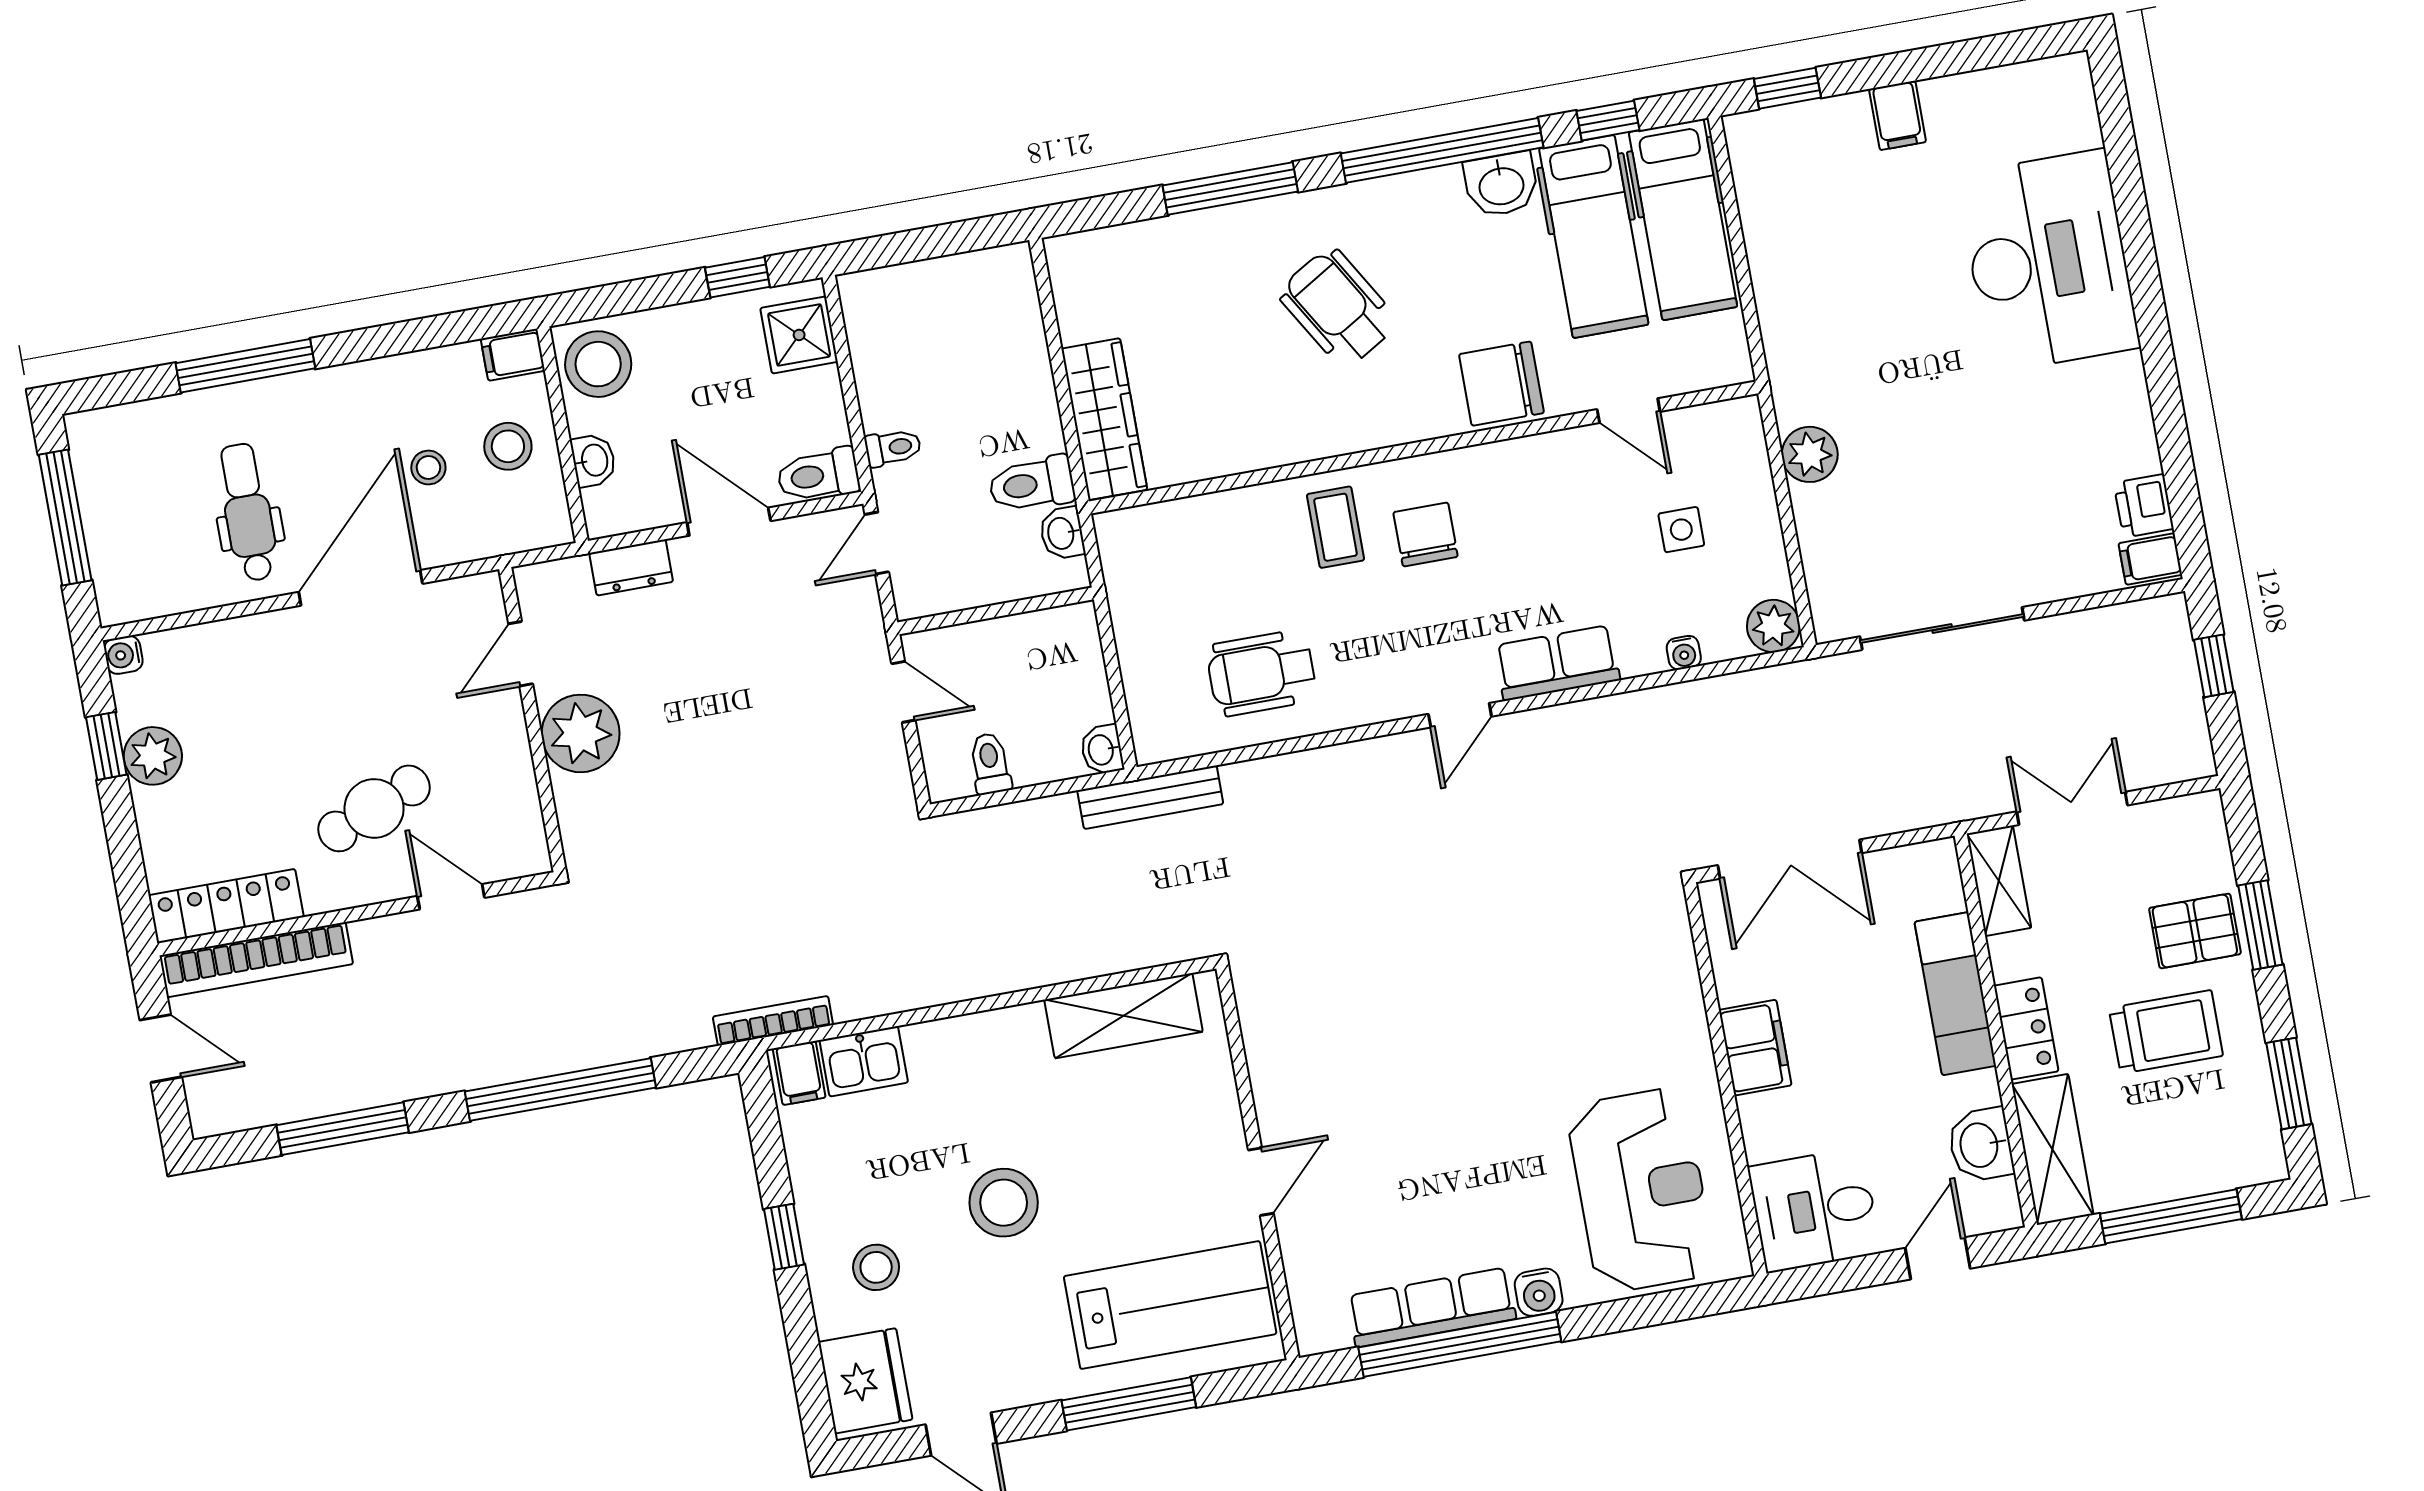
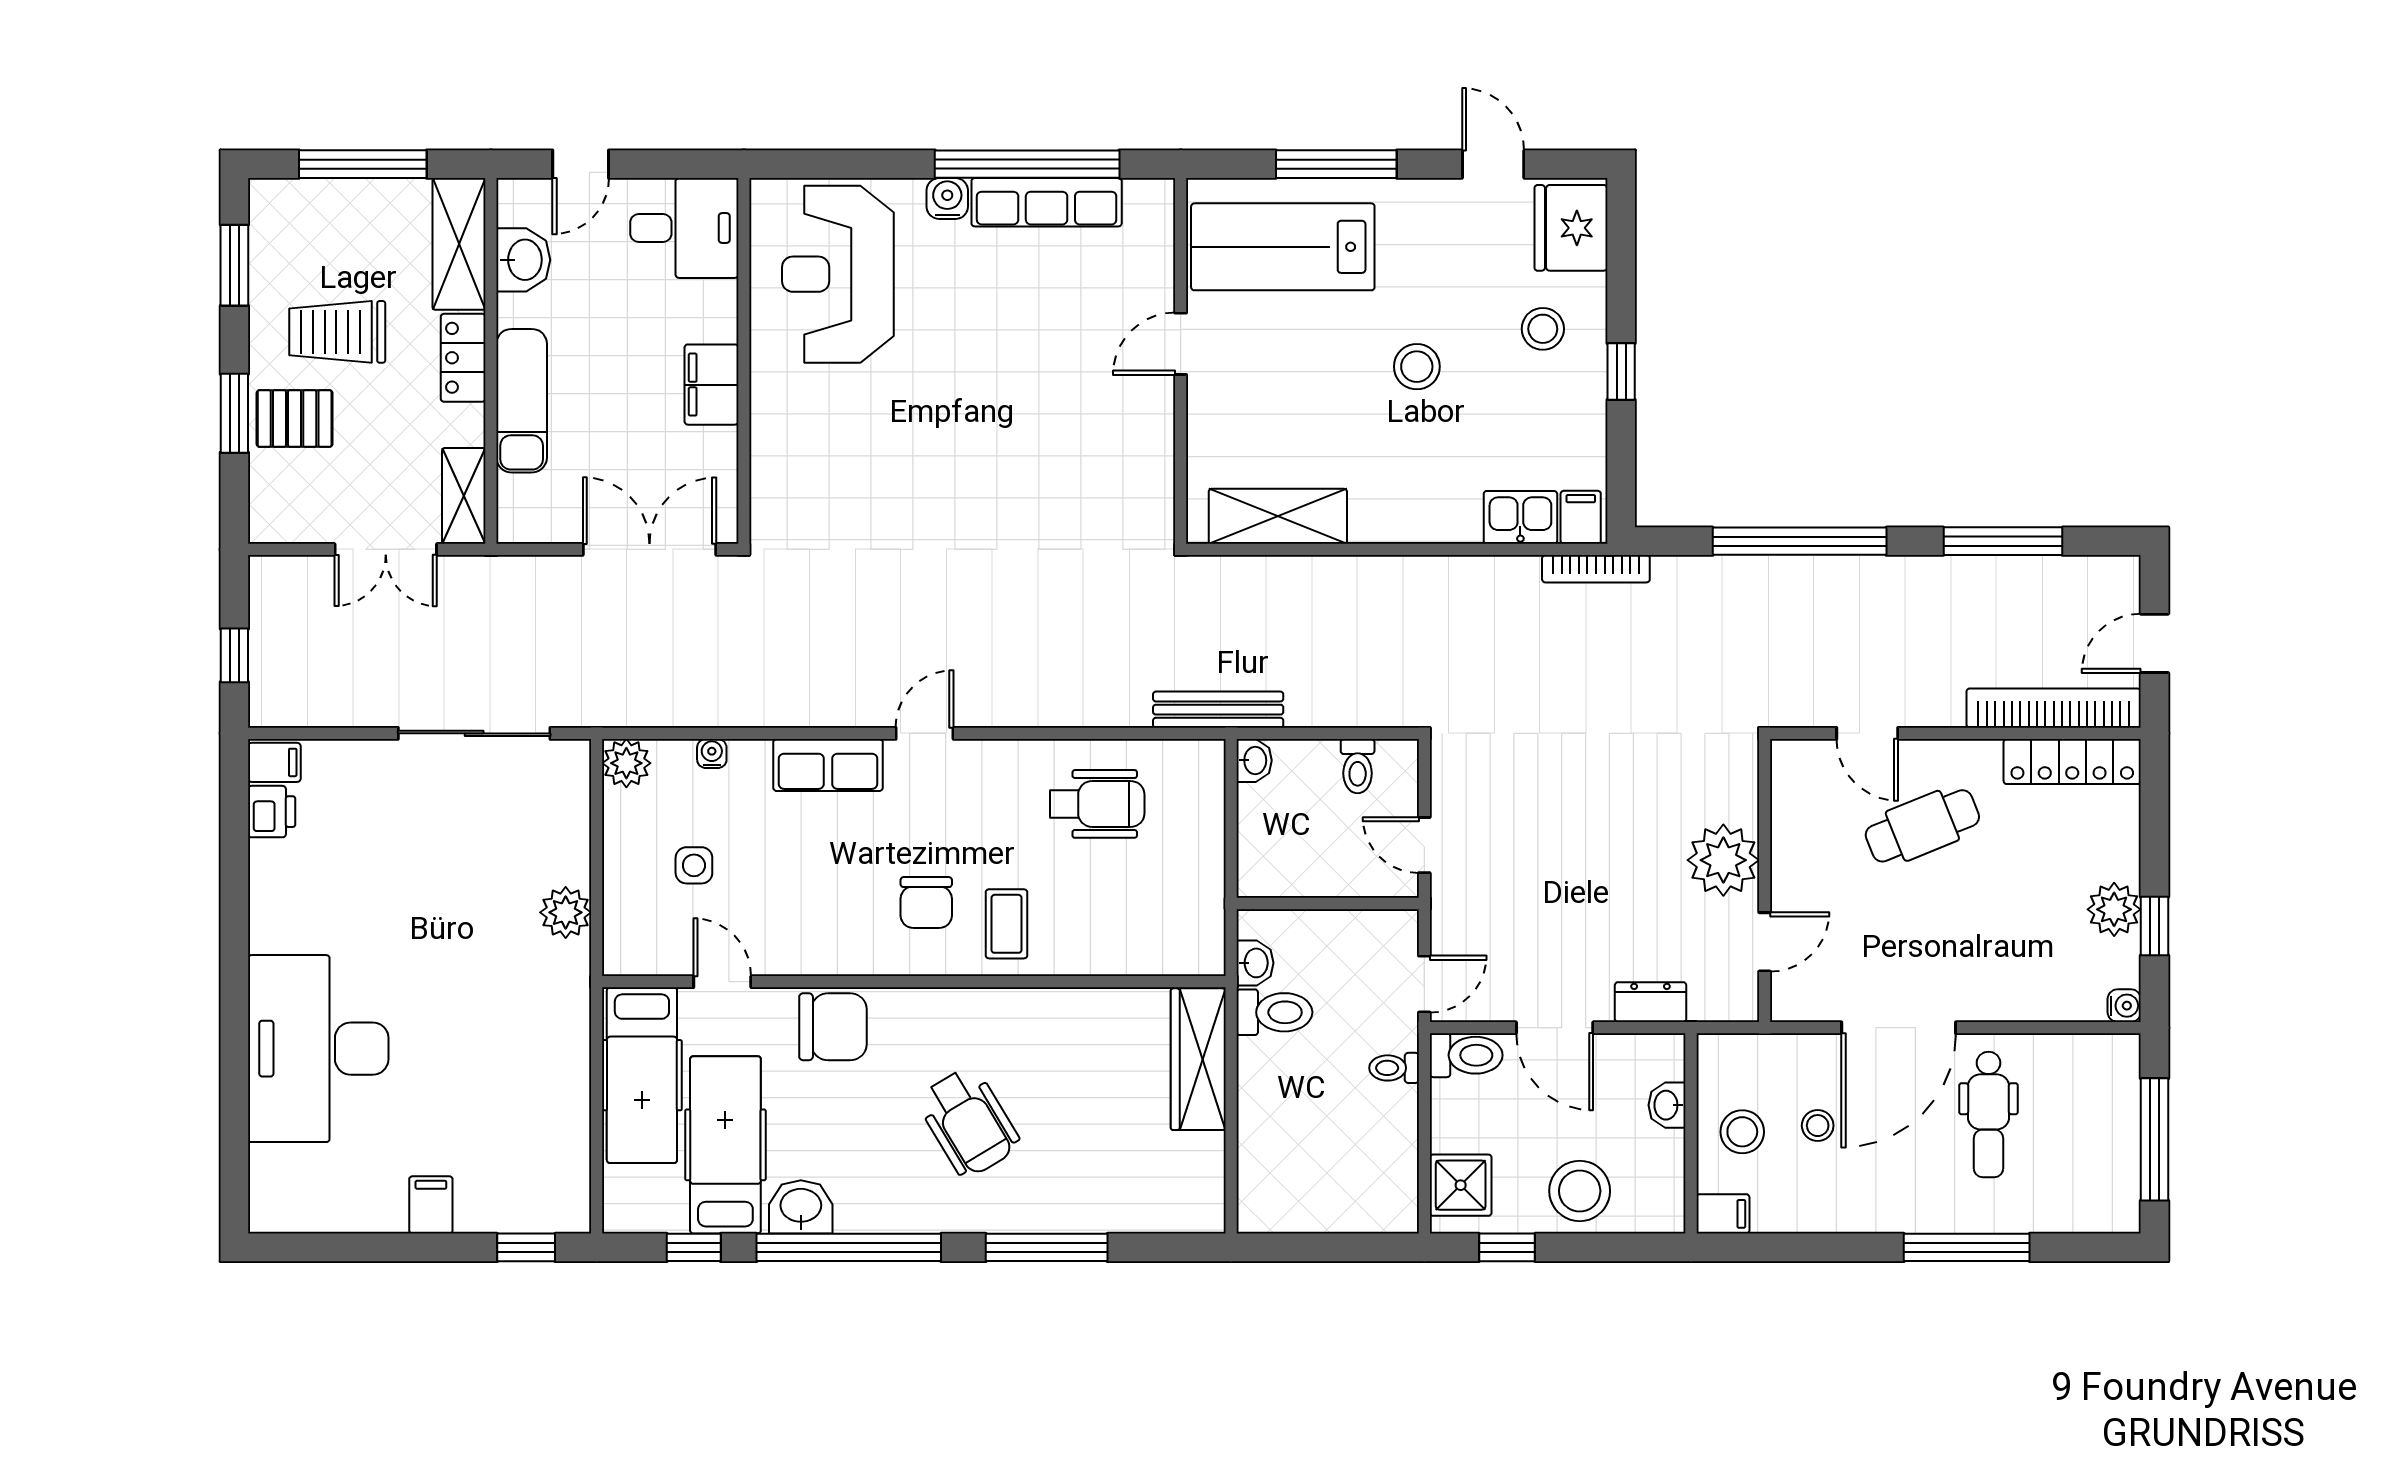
hospital bed: (1683, 220) -> (642, 1075), moved, turned 180
stool: (598, 364) -> (1580, 1191), moved
door: (161, 1048) -> (2154, 643), hinge flipped
stool: (1004, 1203) -> (1417, 367), width x0.73, depth x0.73

